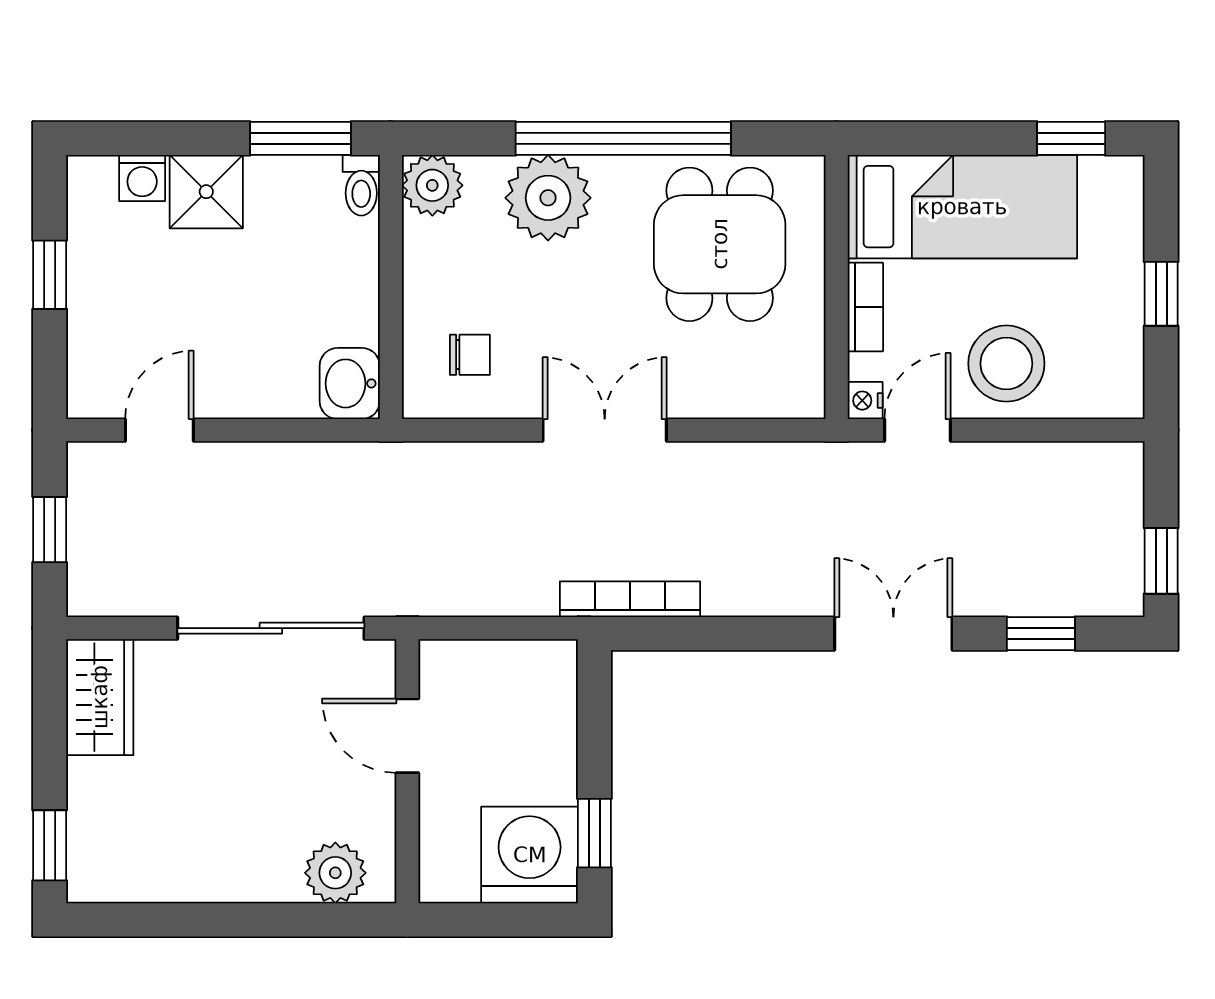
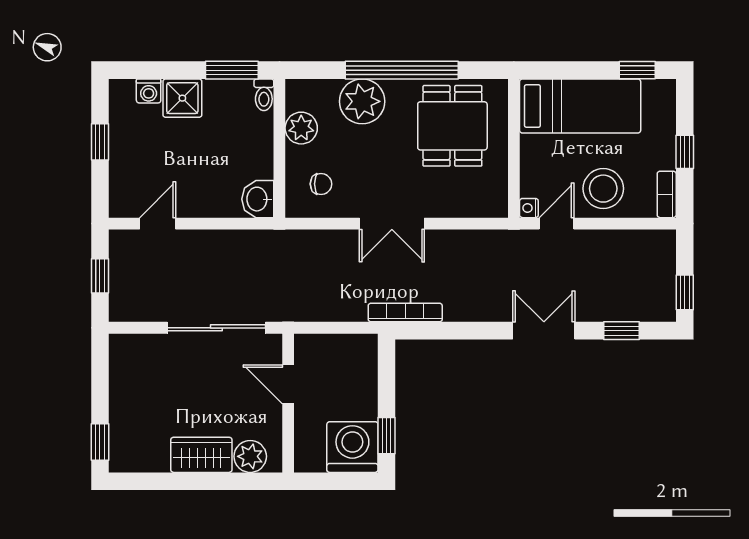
plant: (432, 185) -> (301, 128), moved
bookcase: (865, 307) -> (667, 194), moved, turned 180
double door: (605, 430) -> (392, 224), swing flipped
wardrobe: (100, 697) -> (201, 455), moved, turned -90

